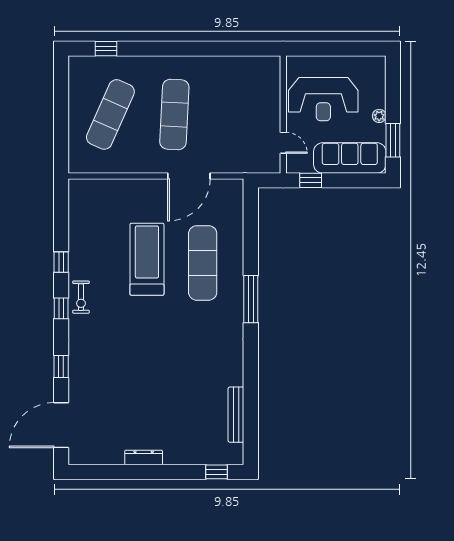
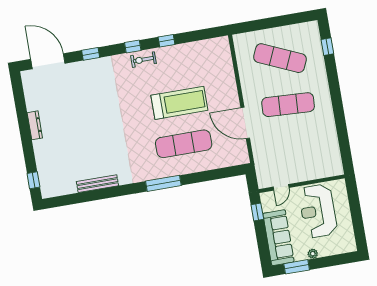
bench: (236, 415) -> (97, 184), moved

